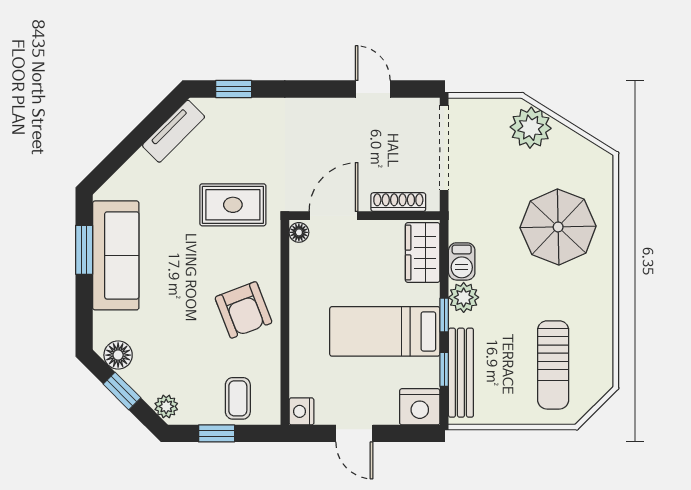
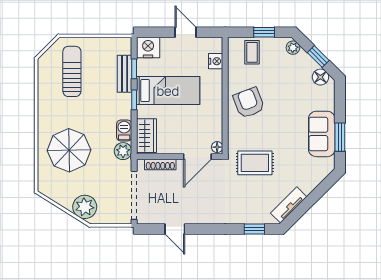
sofa: (116, 255) -> (322, 134), width x0.73
plant: (464, 297) -> (123, 151), moved
bench: (461, 373) -> (125, 74), width x0.73
nightstand: (302, 411) -> (216, 61), moved

